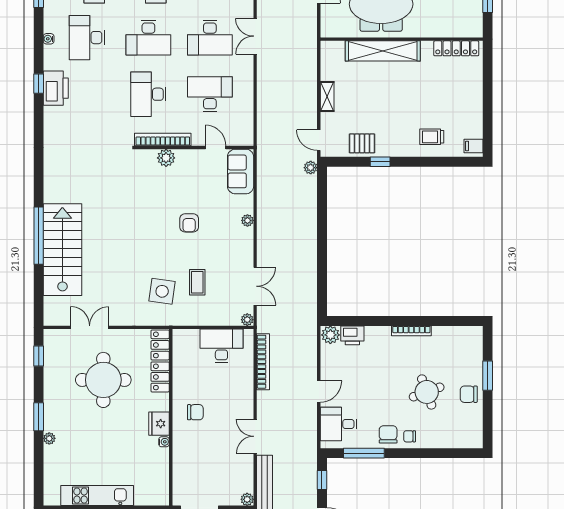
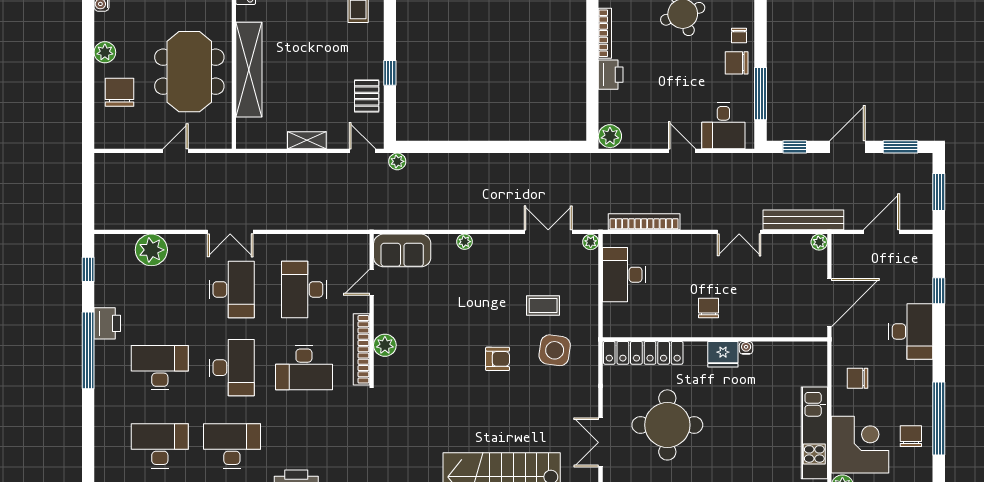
desk: (87, 38) -> (232, 446), turned 180
door: (319, 140) -> (362, 151), swing flipped
armchair: (189, 223) -> (498, 359), moved
printer: (352, 335) -> (611, 75), moved

